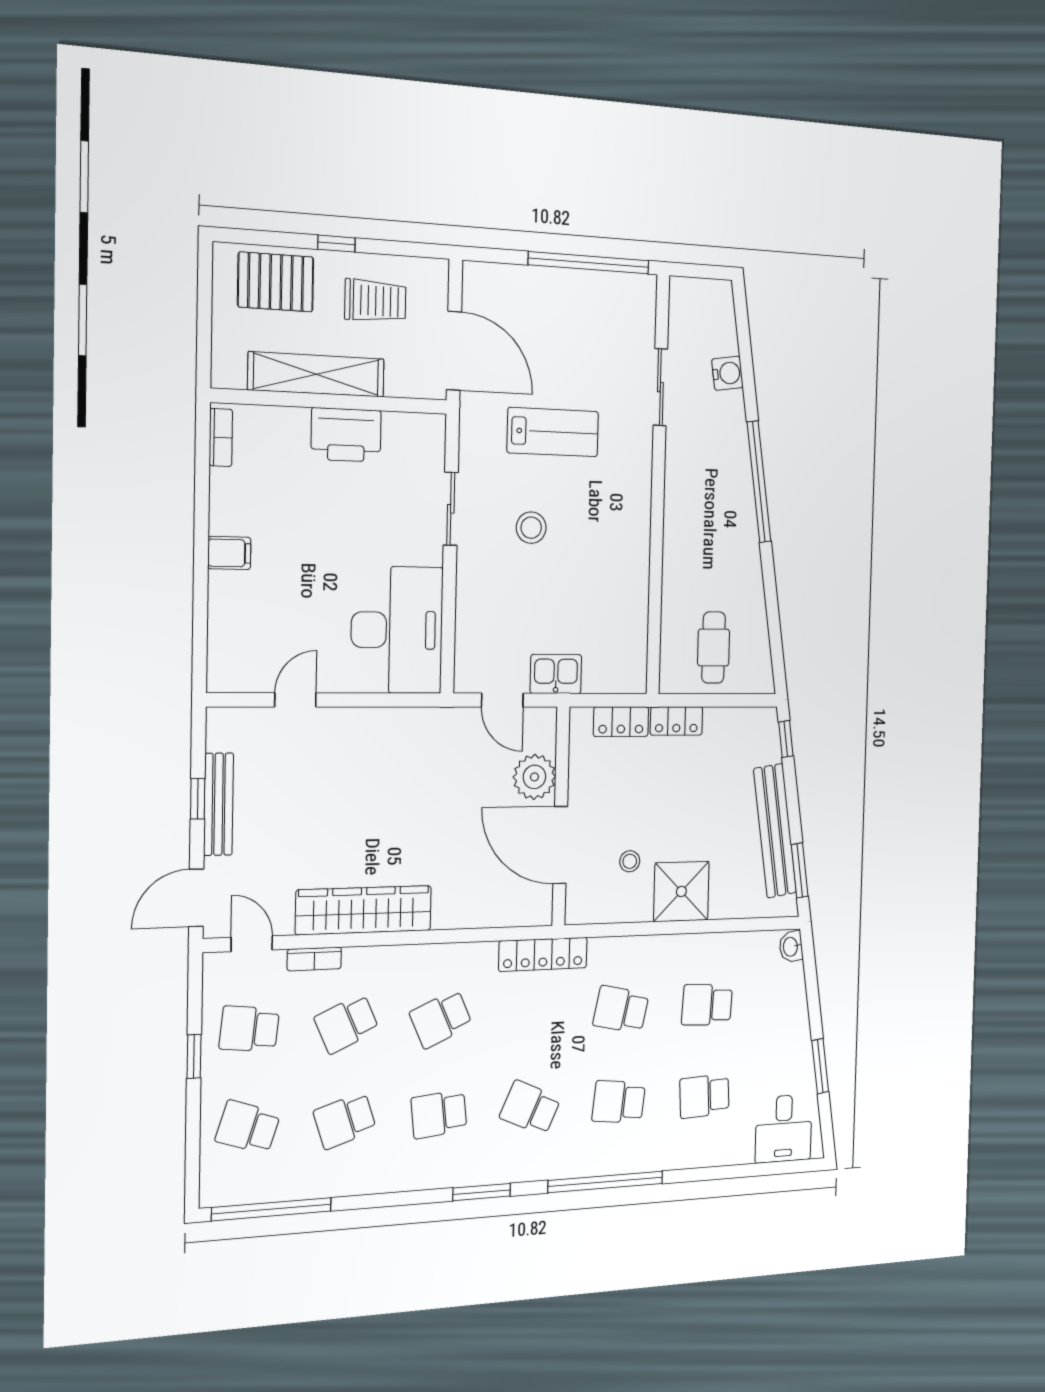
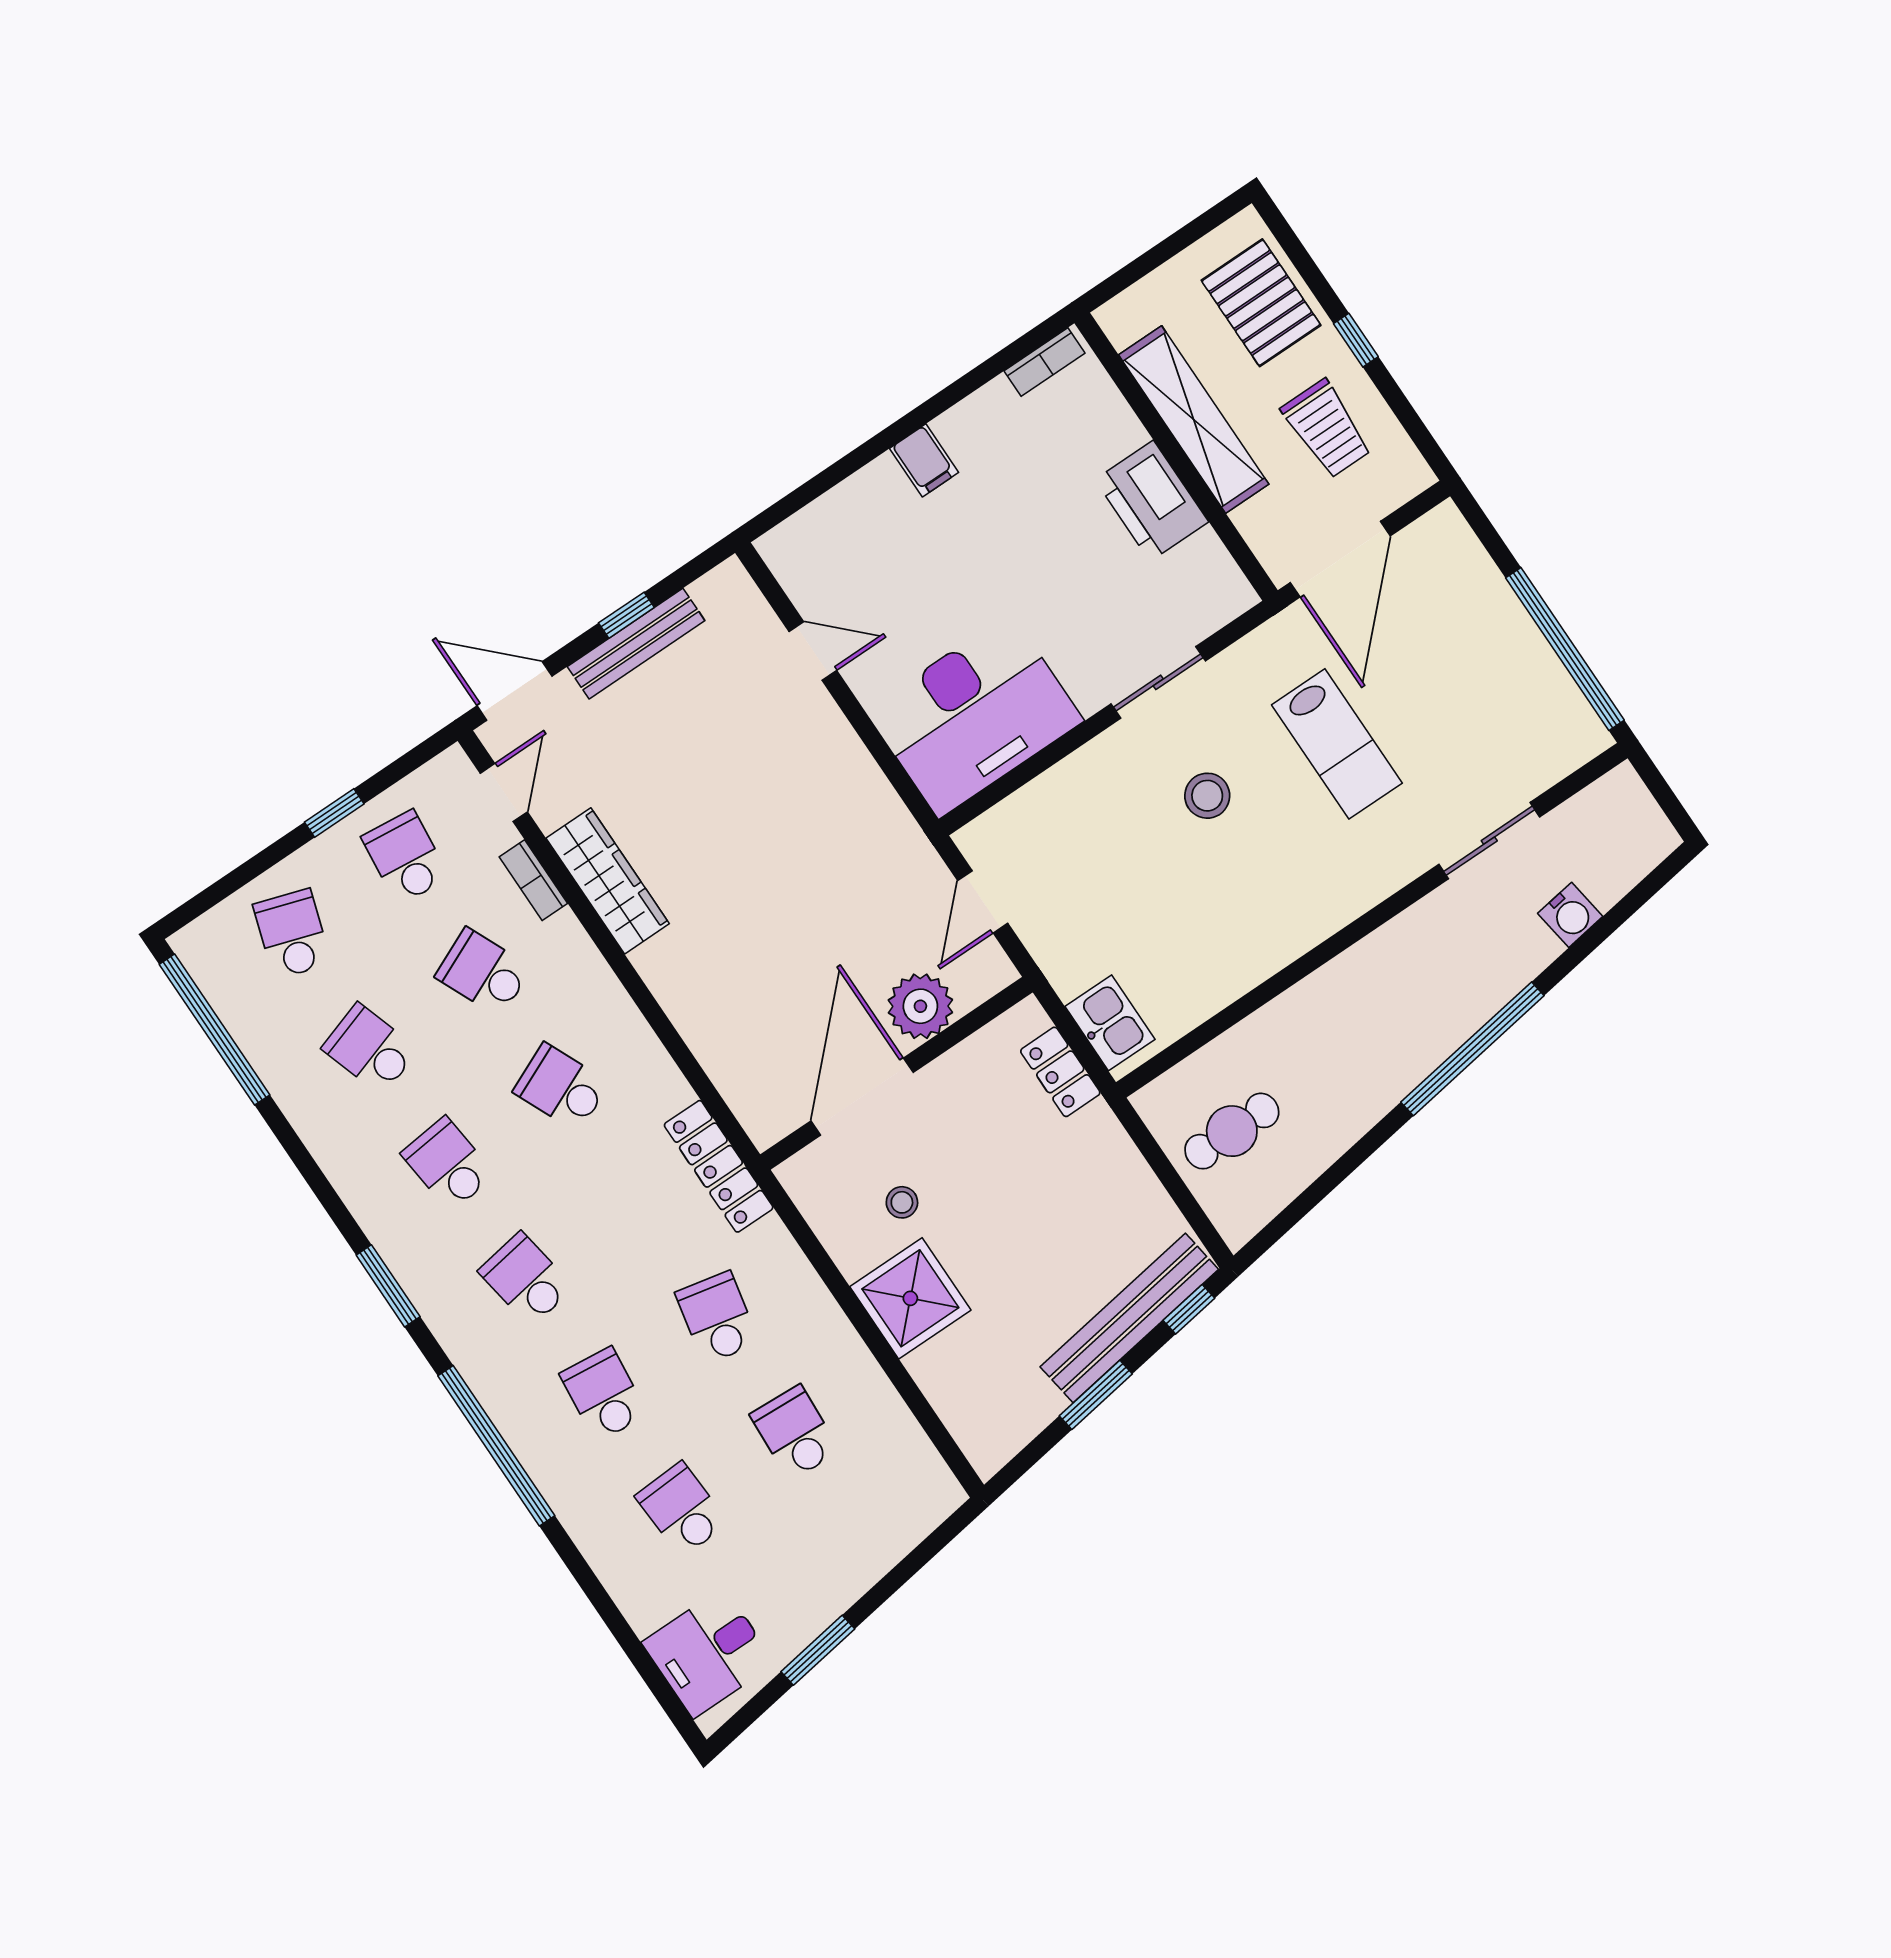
kitchen sink: (556, 674) -> (1110, 1023), moved
locker: (676, 721) -> (1110, 1145), removed
bench: (775, 831) -> (1129, 1318), moved
window: (800, 870) -> (1096, 1395), moved
wardrobe: (364, 910) -> (608, 881), width x0.71, depth x0.85
washbasin: (791, 947) -> (940, 1500), removed
school desk: (530, 1108) -> (526, 1279), turned -33

